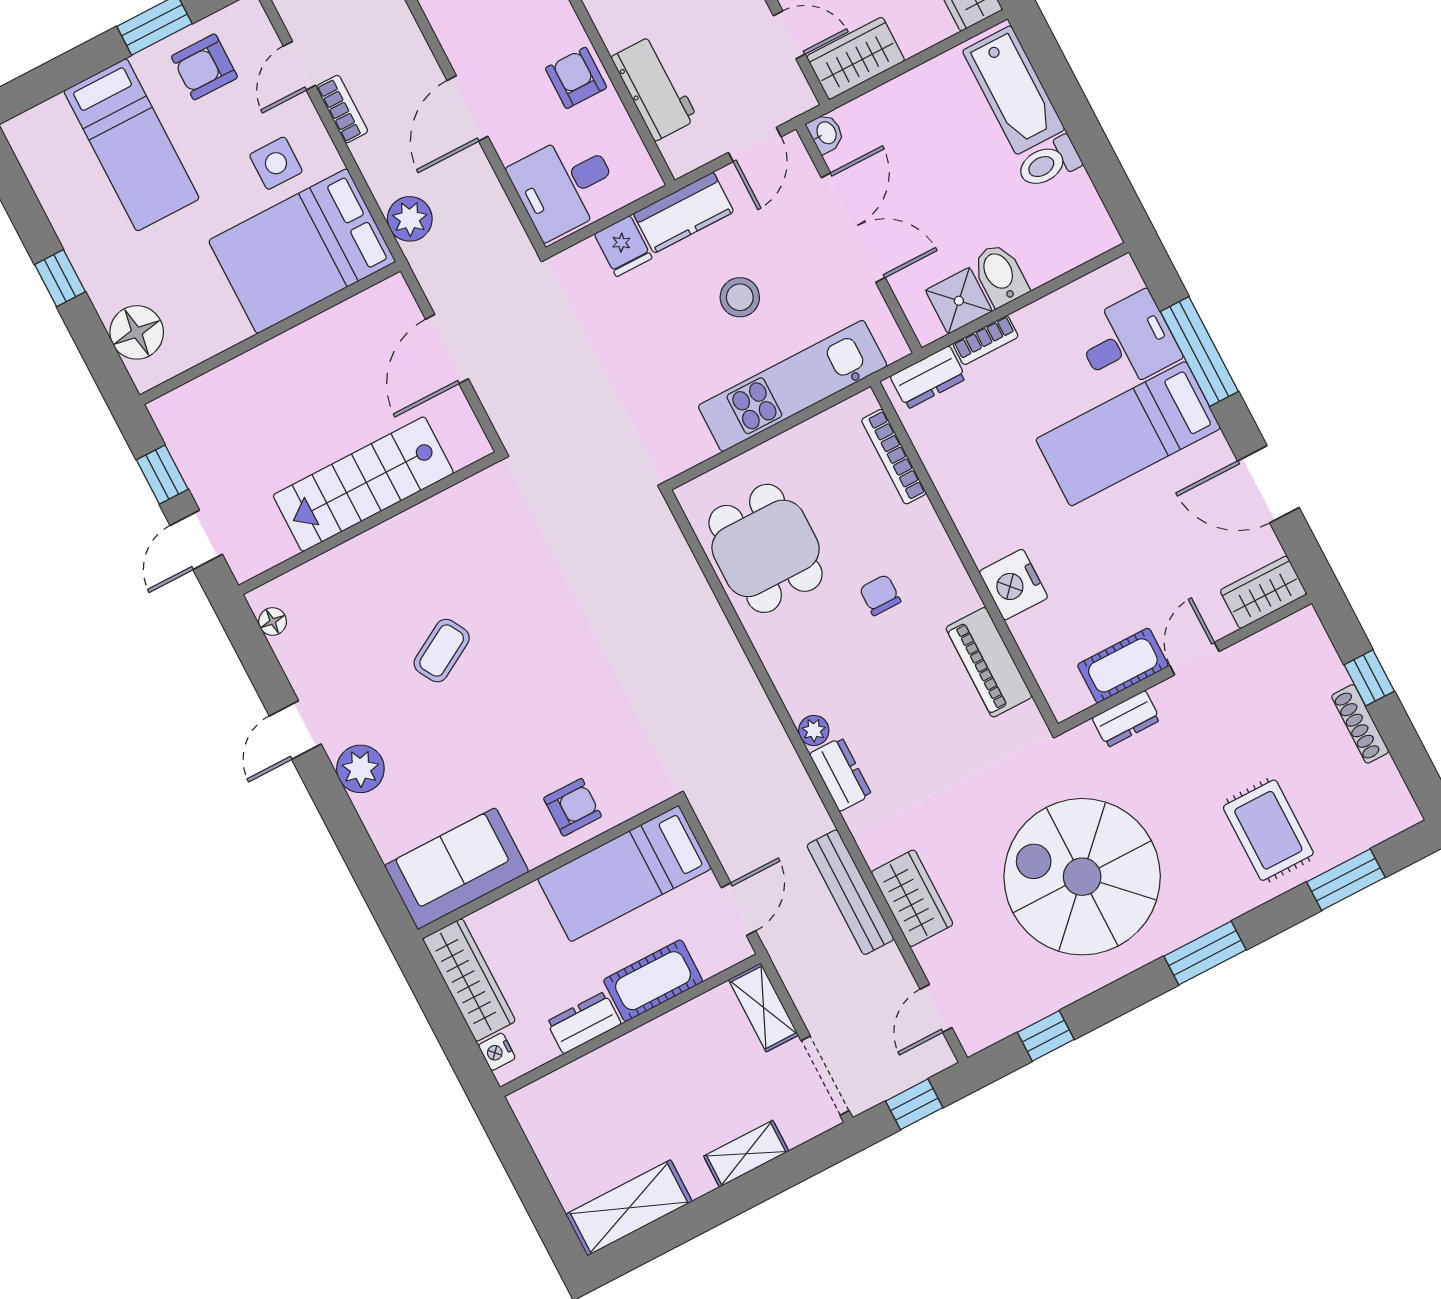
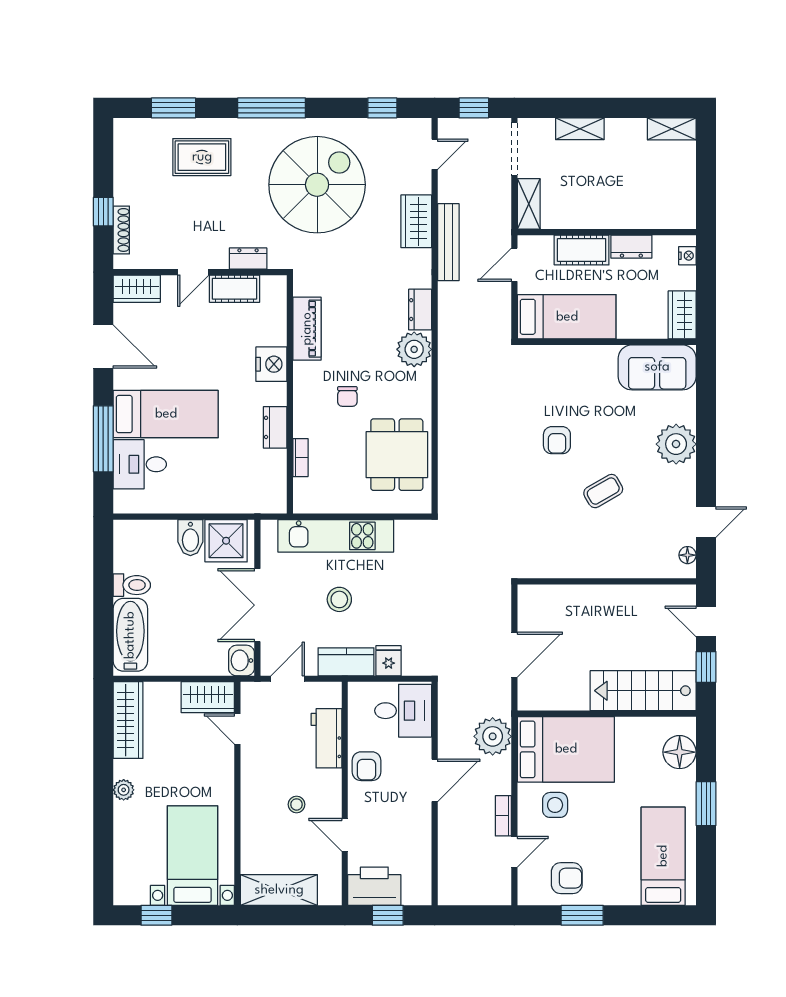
washbasin: (826, 133) -> (242, 660), width x1.38, depth x1.45
bed: (132, 145) -> (663, 856), moved
plant: (410, 219) -> (493, 736), width x1.36, depth x1.36
window: (60, 278) -> (706, 804), width x1.50
shower: (959, 301) -> (226, 541), width x1.36, depth x1.36
bookcase: (986, 340) -> (217, 506), removed
dresser: (928, 377) -> (275, 427), moved, turned -90
bookcase: (894, 457) -> (300, 458), width x0.64
stairs: (363, 484) -> (643, 691), moved, turned 180
door: (196, 540) -> (706, 622), swing flipped
shoe rack: (1360, 724) -> (121, 230), moved
door: (295, 730) -> (706, 522), moved
plant: (814, 730) -> (414, 349), width x1.88, depth x1.88
plant: (360, 769) -> (676, 444), width x1.36, depth x1.36
armchair: (573, 807) -> (557, 440), moved, turned -90
rug: (1268, 830) -> (202, 157), turned 90
spiral stairs: (1082, 877) -> (317, 185), turned -90
window: (1205, 953) -> (272, 108), width x1.44
wardrobe: (469, 980) -> (682, 315), width x0.67
shelving: (629, 1208) -> (672, 129), width x0.67, depth x0.75

